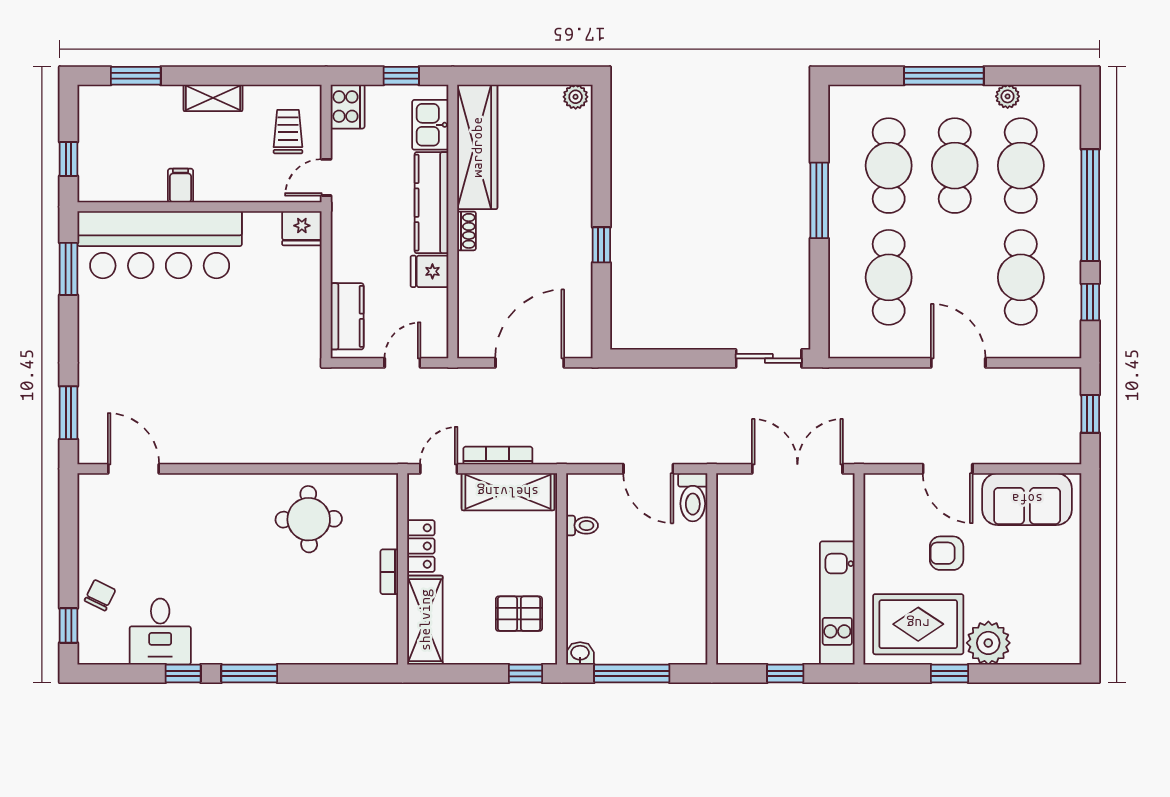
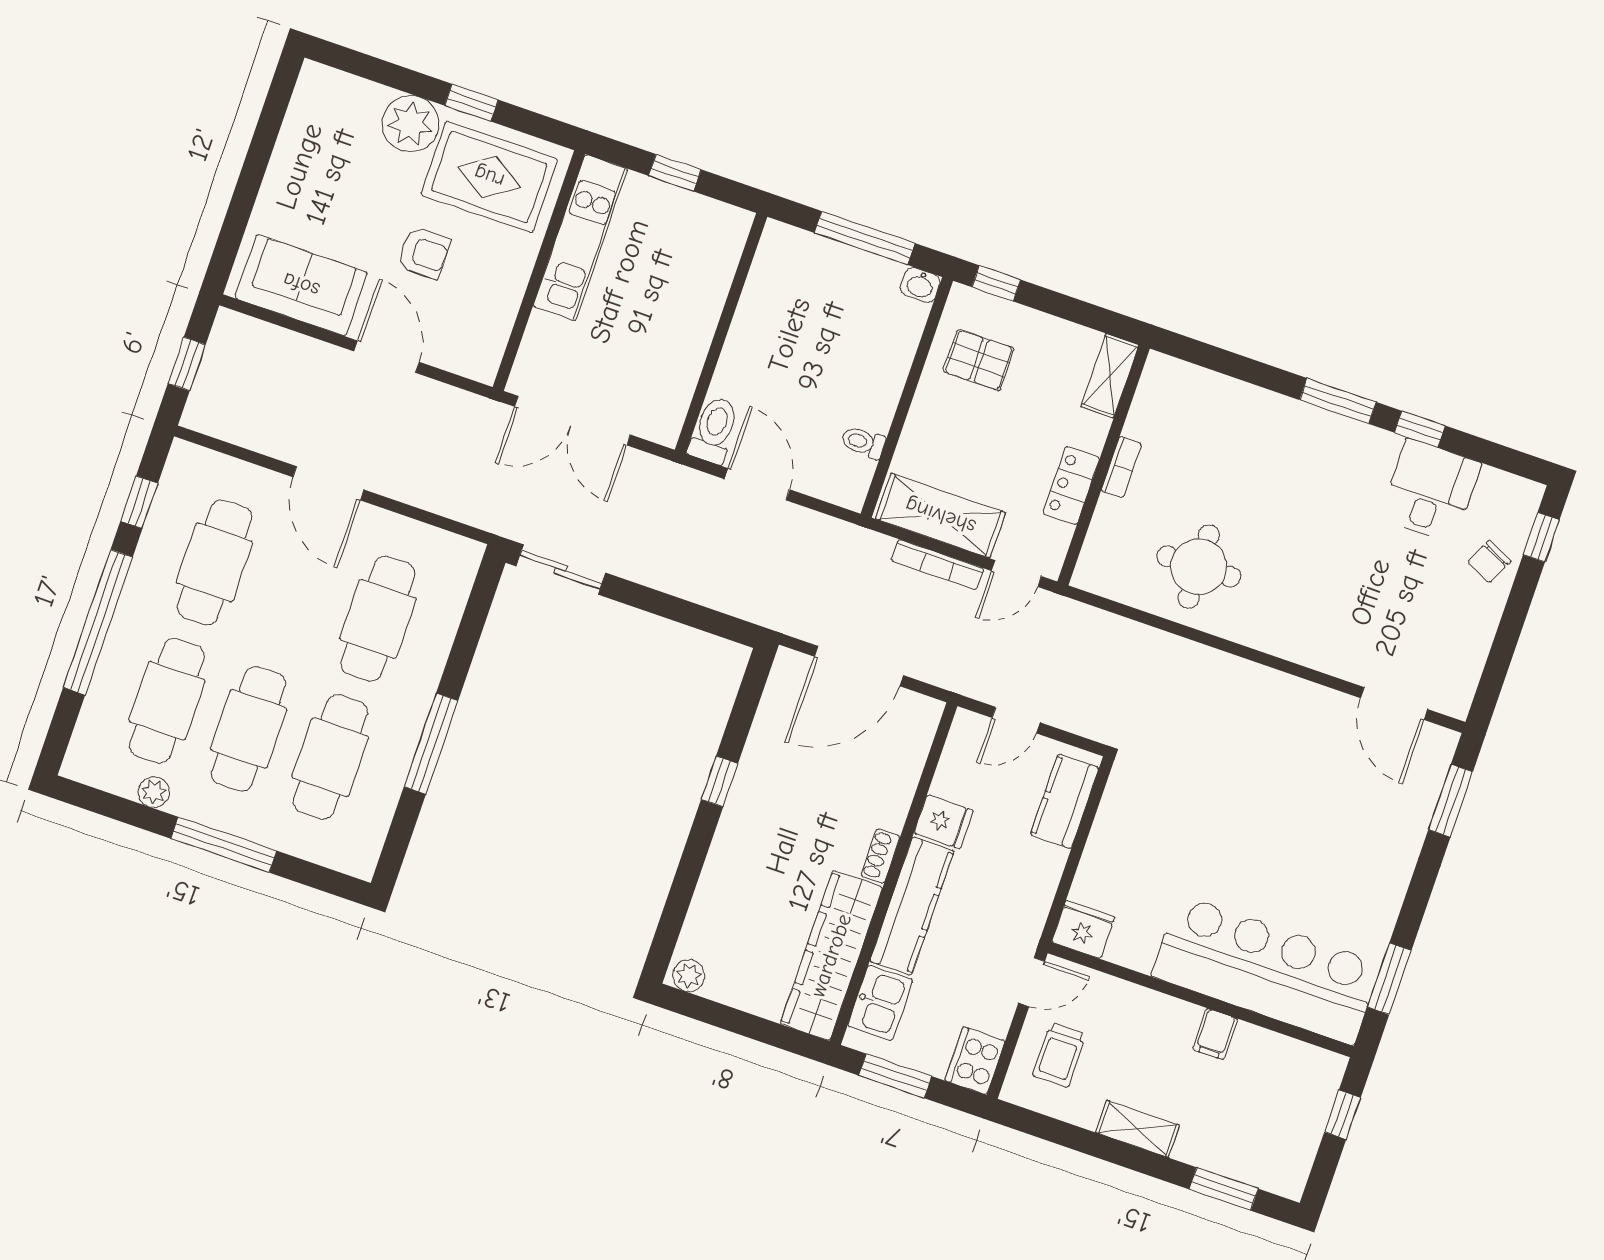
window: (401, 76) -> (895, 1076), width x1.50
shelving: (425, 620) -> (1110, 376), width x0.67, depth x0.75

